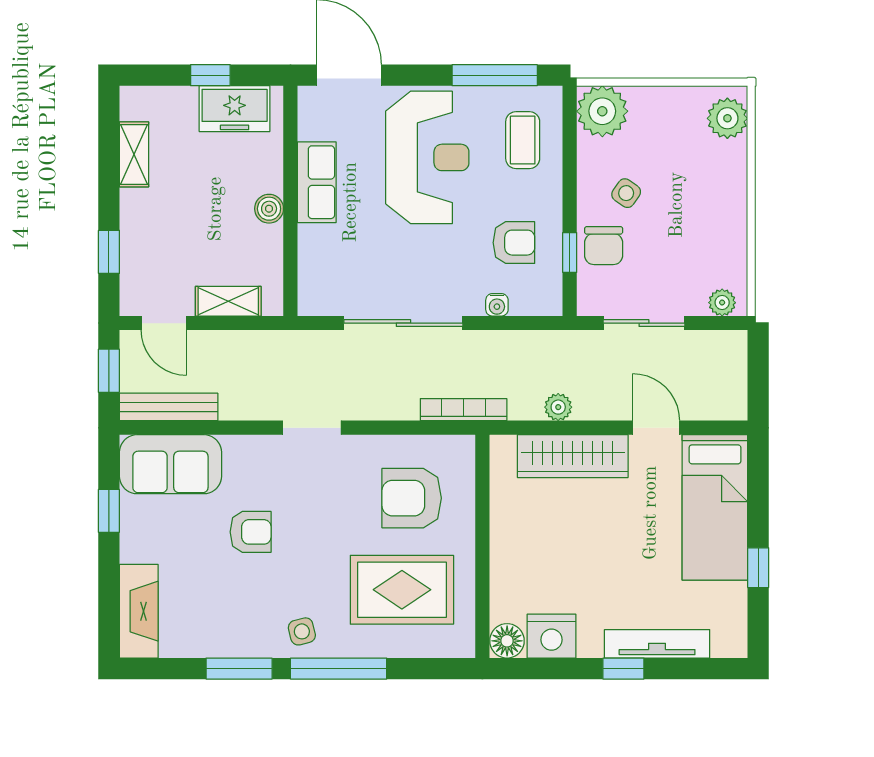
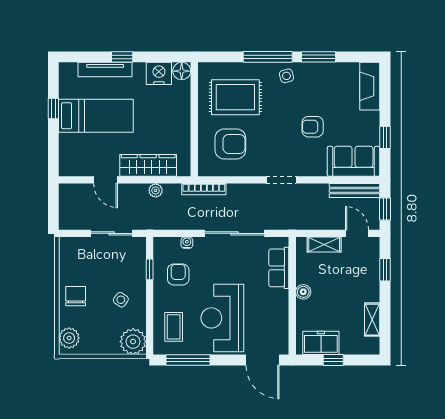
row of seats: (317, 182) -> (279, 268), moved
armchair: (514, 243) -> (178, 274), turned 90
chair: (604, 246) -> (76, 296), moved
plant: (722, 303) -> (72, 244), removed
bed: (715, 507) -> (96, 116), moved, turned 90

